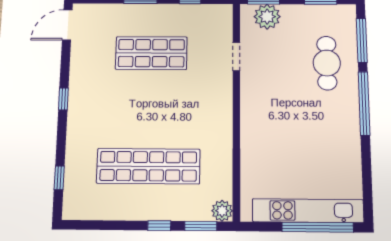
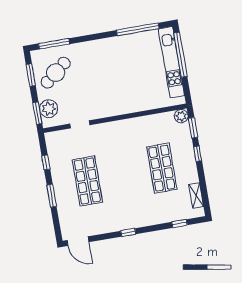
cafe table: (327, 63) -> (56, 73), moved, turned -39
window: (364, 103) -> (138, 29), moved
shop shelf: (148, 166) -> (162, 168), width x0.71
shelving: (96, 211) -> (196, 195), added

